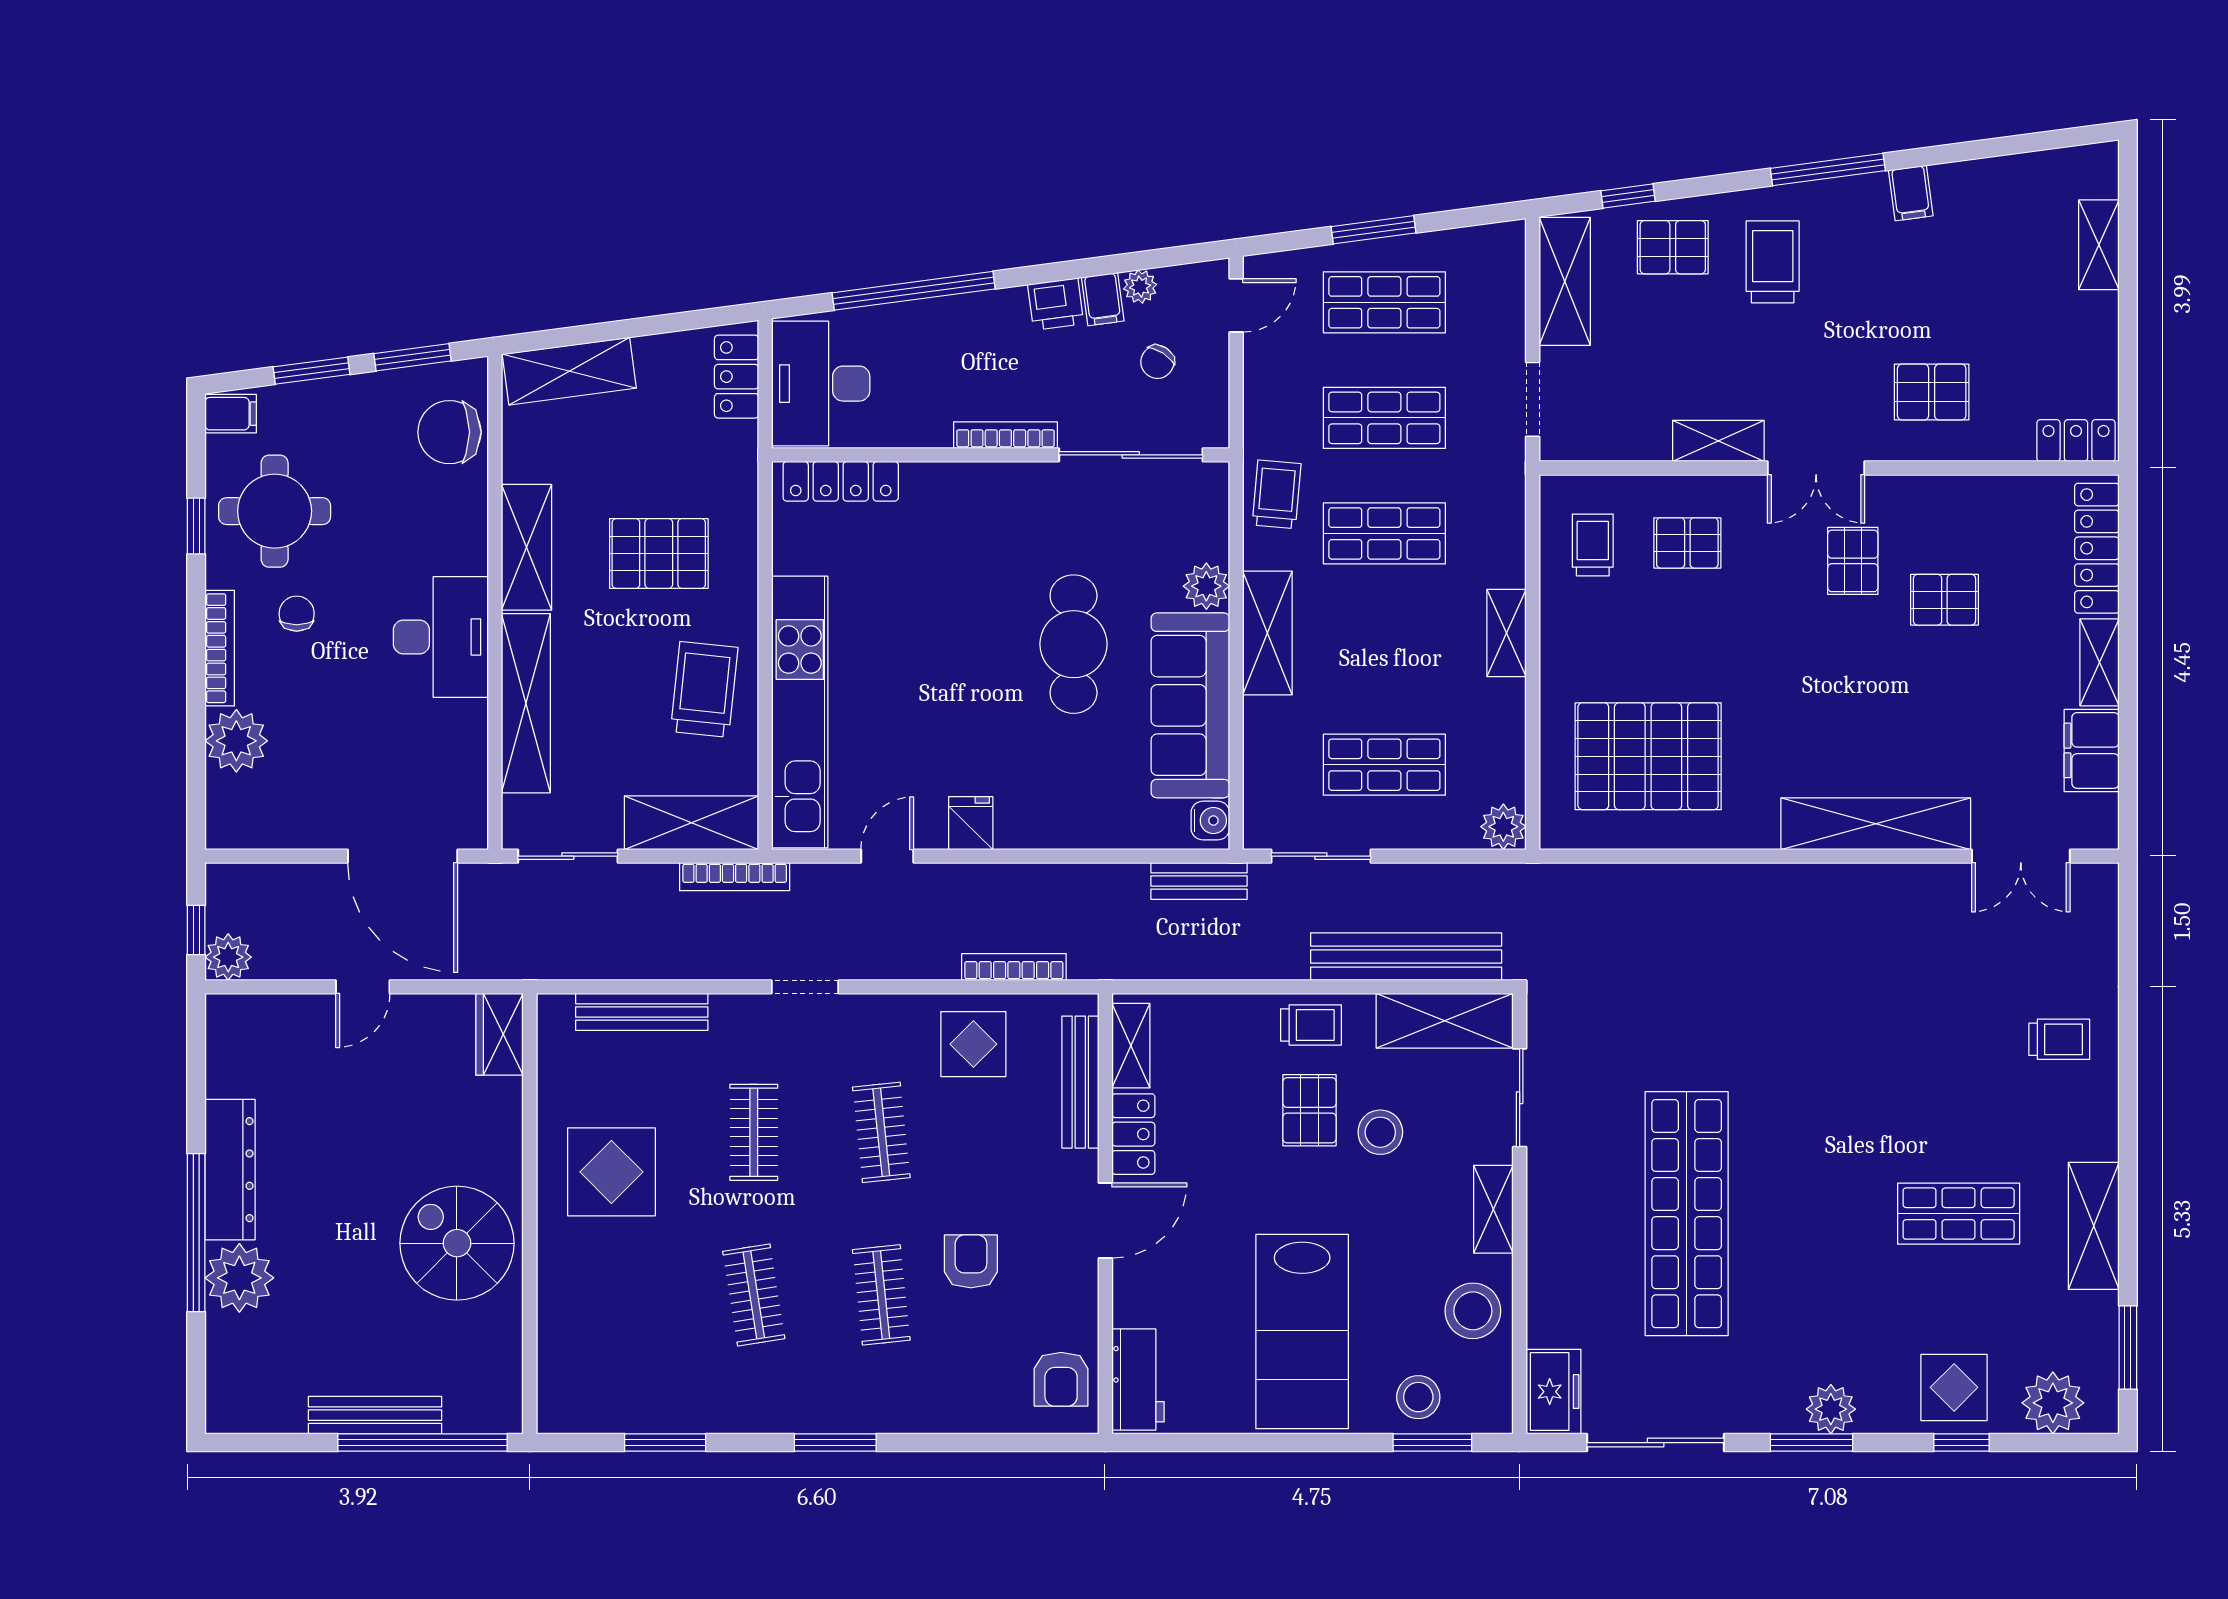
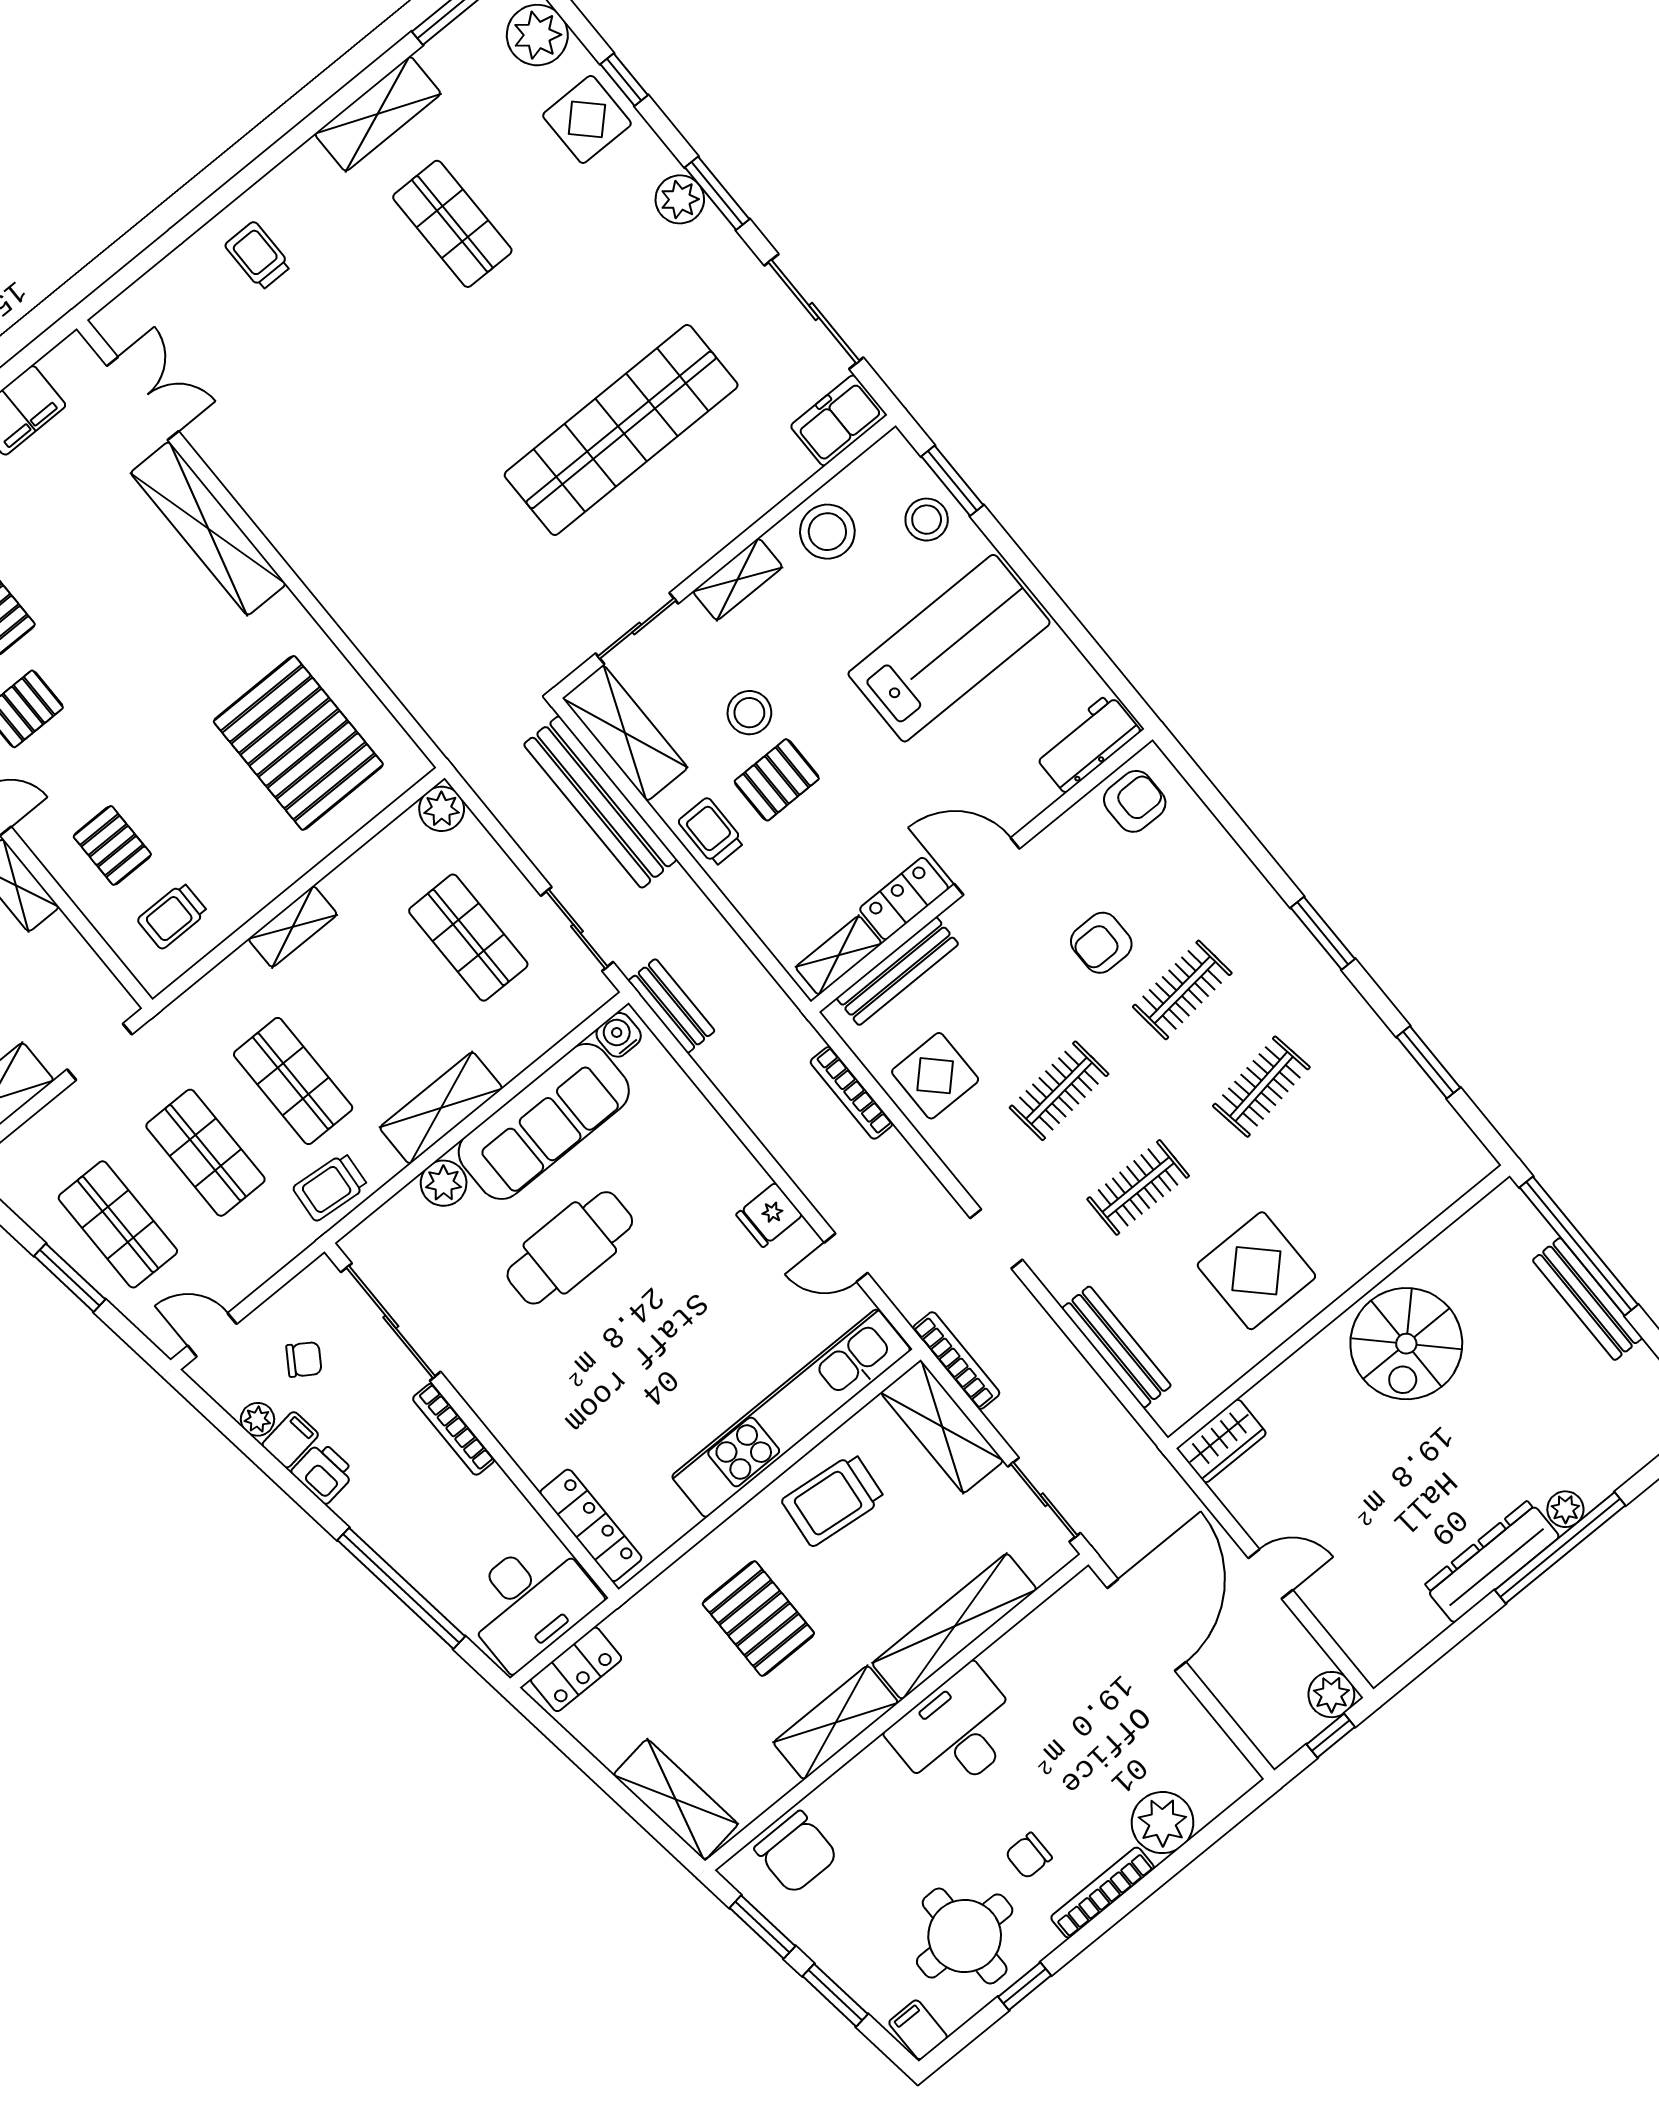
plant: (239, 1278) -> (1565, 1509), width x0.53, depth x0.53

